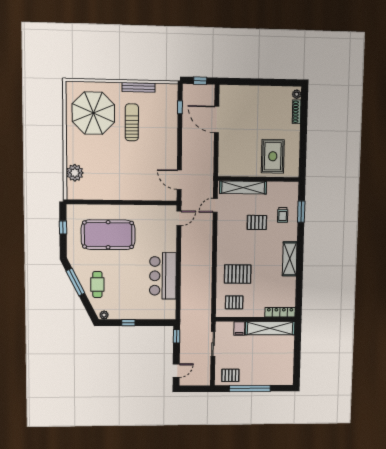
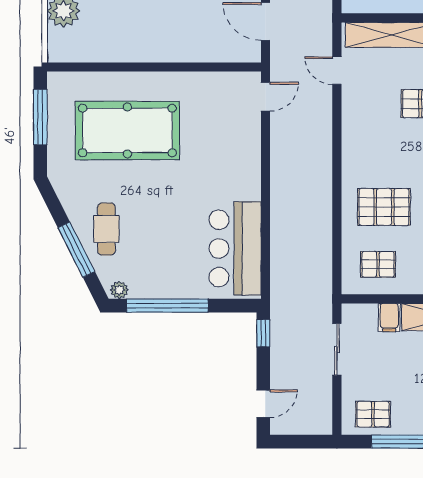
door: (215, 205) -> (337, 71), hinge flipped
window: (63, 227) -> (40, 117), width x2.17
bar counter: (163, 276) -> (235, 248), moved
window: (75, 282) -> (76, 250), moved
window: (128, 323) -> (167, 306), width x3.17

